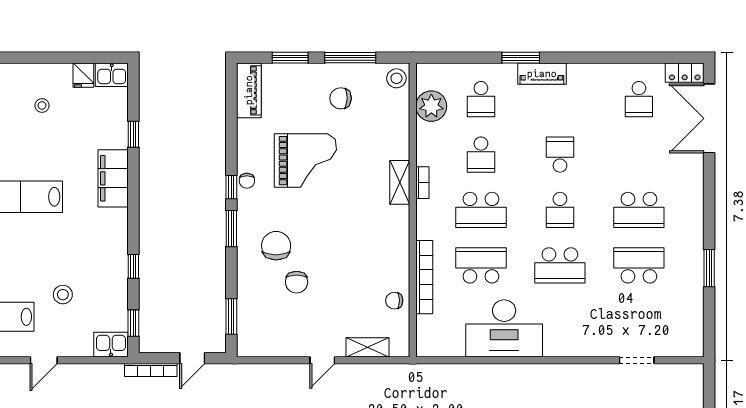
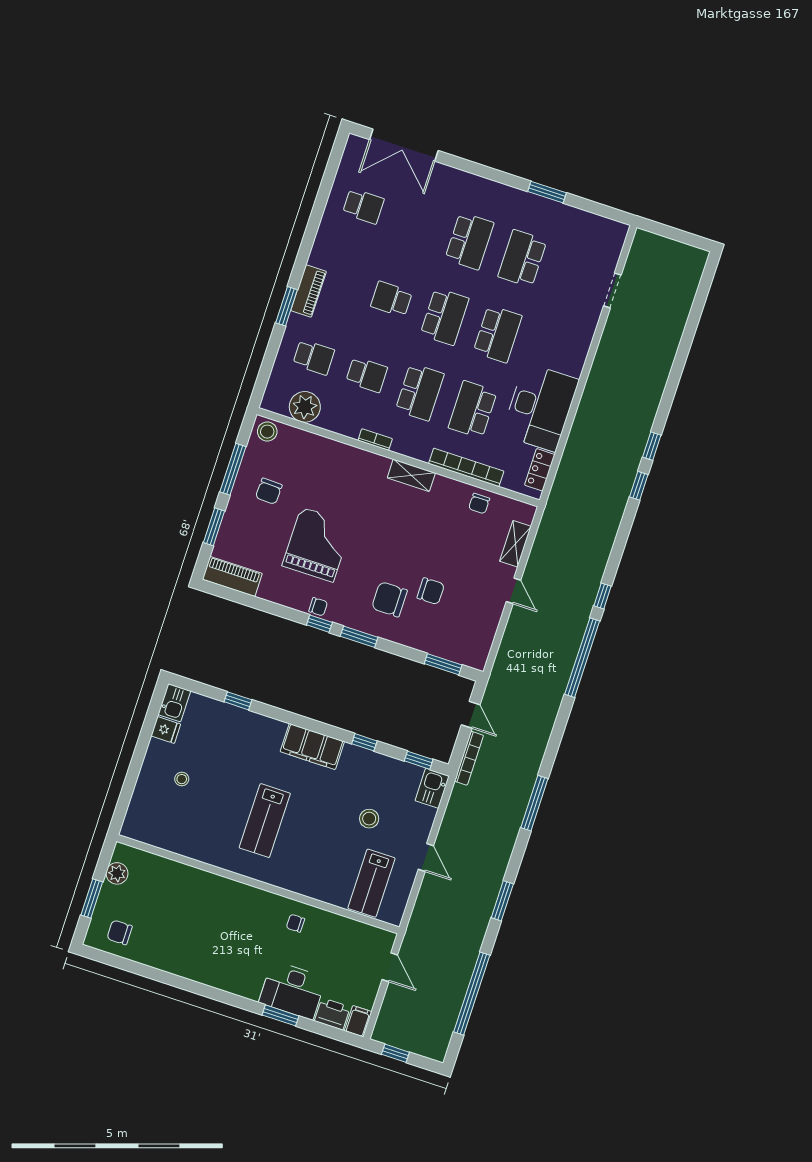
locker: (685, 73) -> (540, 470), moved, turned 180
filing cabinet: (113, 178) -> (312, 747), moved
shelving: (400, 182) -> (411, 475), moved
school desk: (560, 210) -> (445, 317), width x1.85

